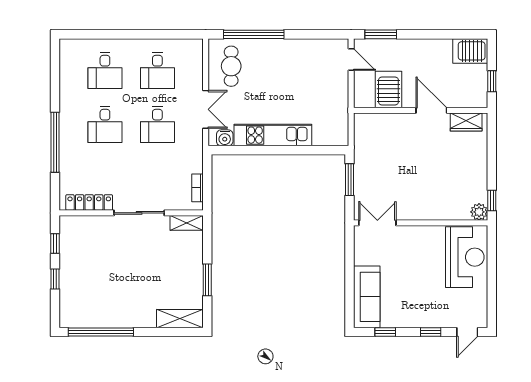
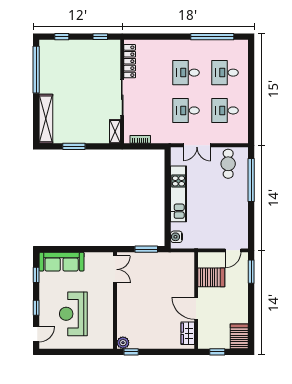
cafe table: (231, 66) -> (228, 164), turned 90
door: (431, 110) -> (196, 308), swing flipped
water cooler: (225, 138) -> (176, 237), moved
window: (55, 142) -> (212, 37), moved
reception desk: (465, 257) -> (73, 314), moved, turned 90
window: (55, 279) -> (62, 37), moved
shelving: (180, 319) -> (46, 119), width x1.47
door: (467, 332) -> (36, 334), swing flipped

